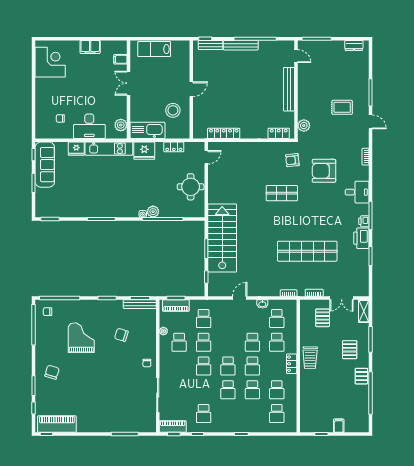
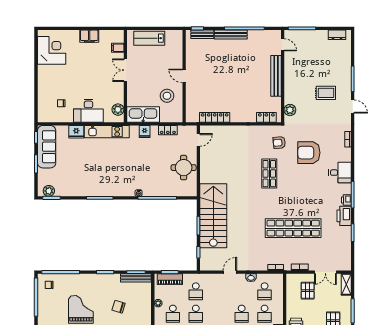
door: (191, 89) -> (184, 76), swing flipped
fridge: (144, 151) -> (145, 132), width x0.53, depth x0.75
shop shelf: (282, 193) -> (269, 174), turned 90
plant: (153, 212) -> (49, 191), moved

